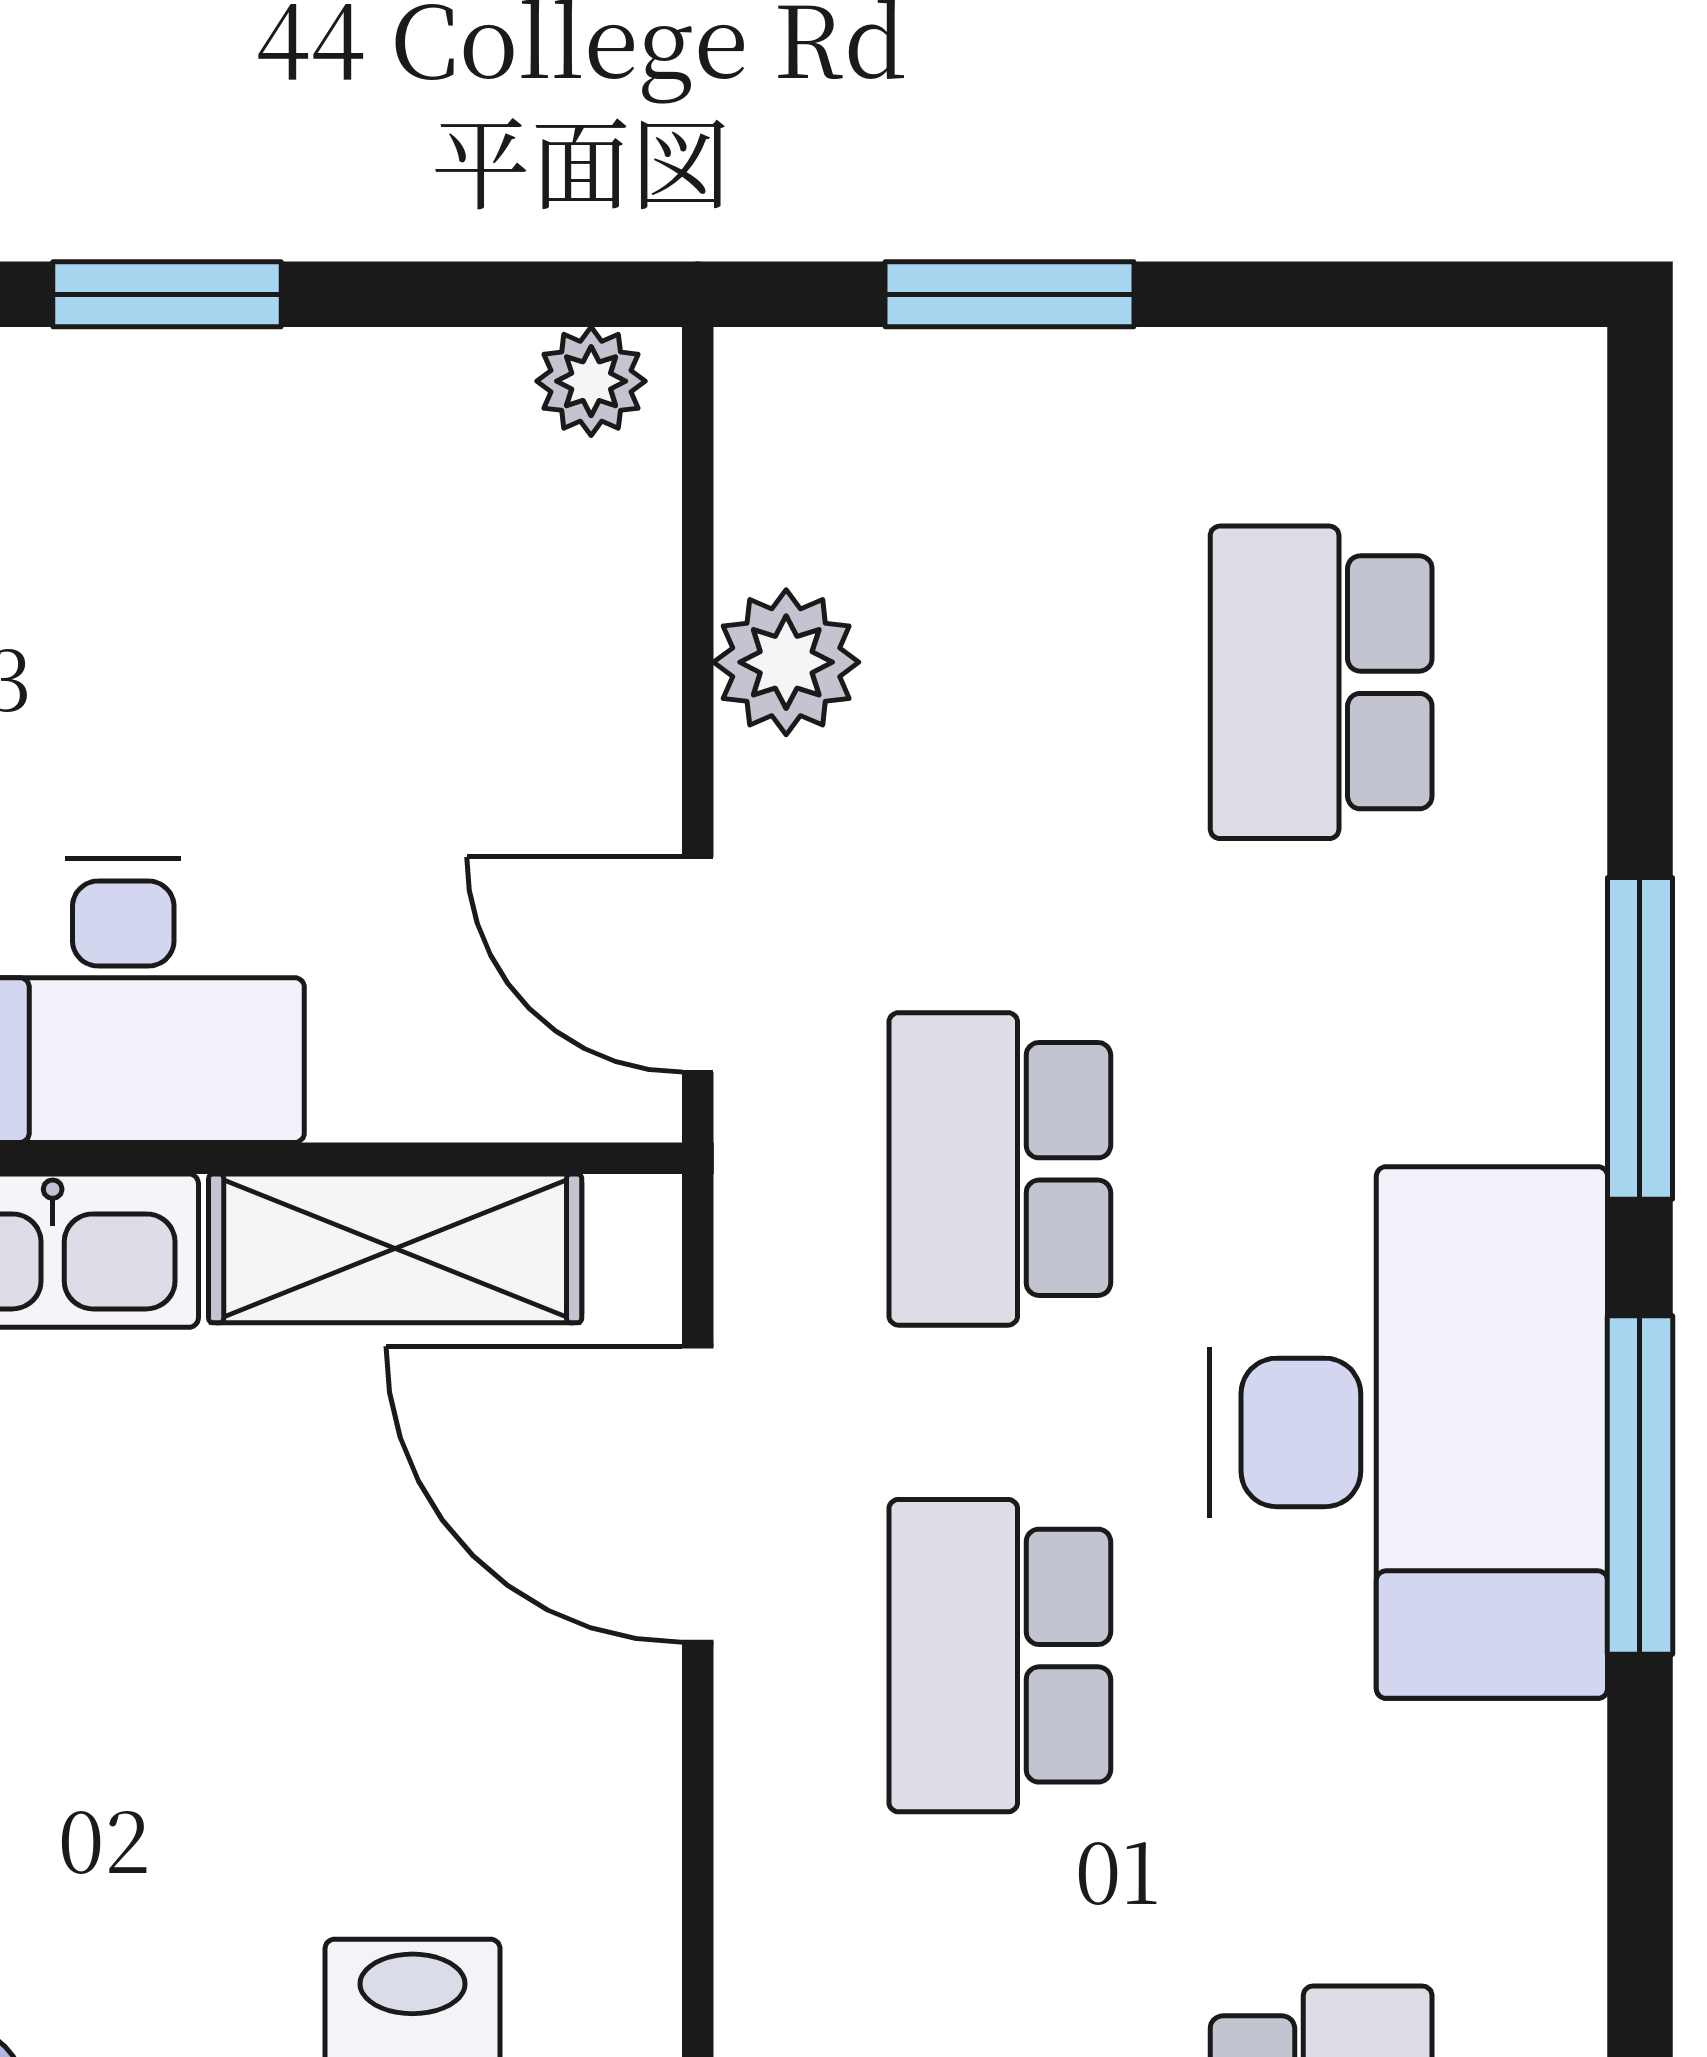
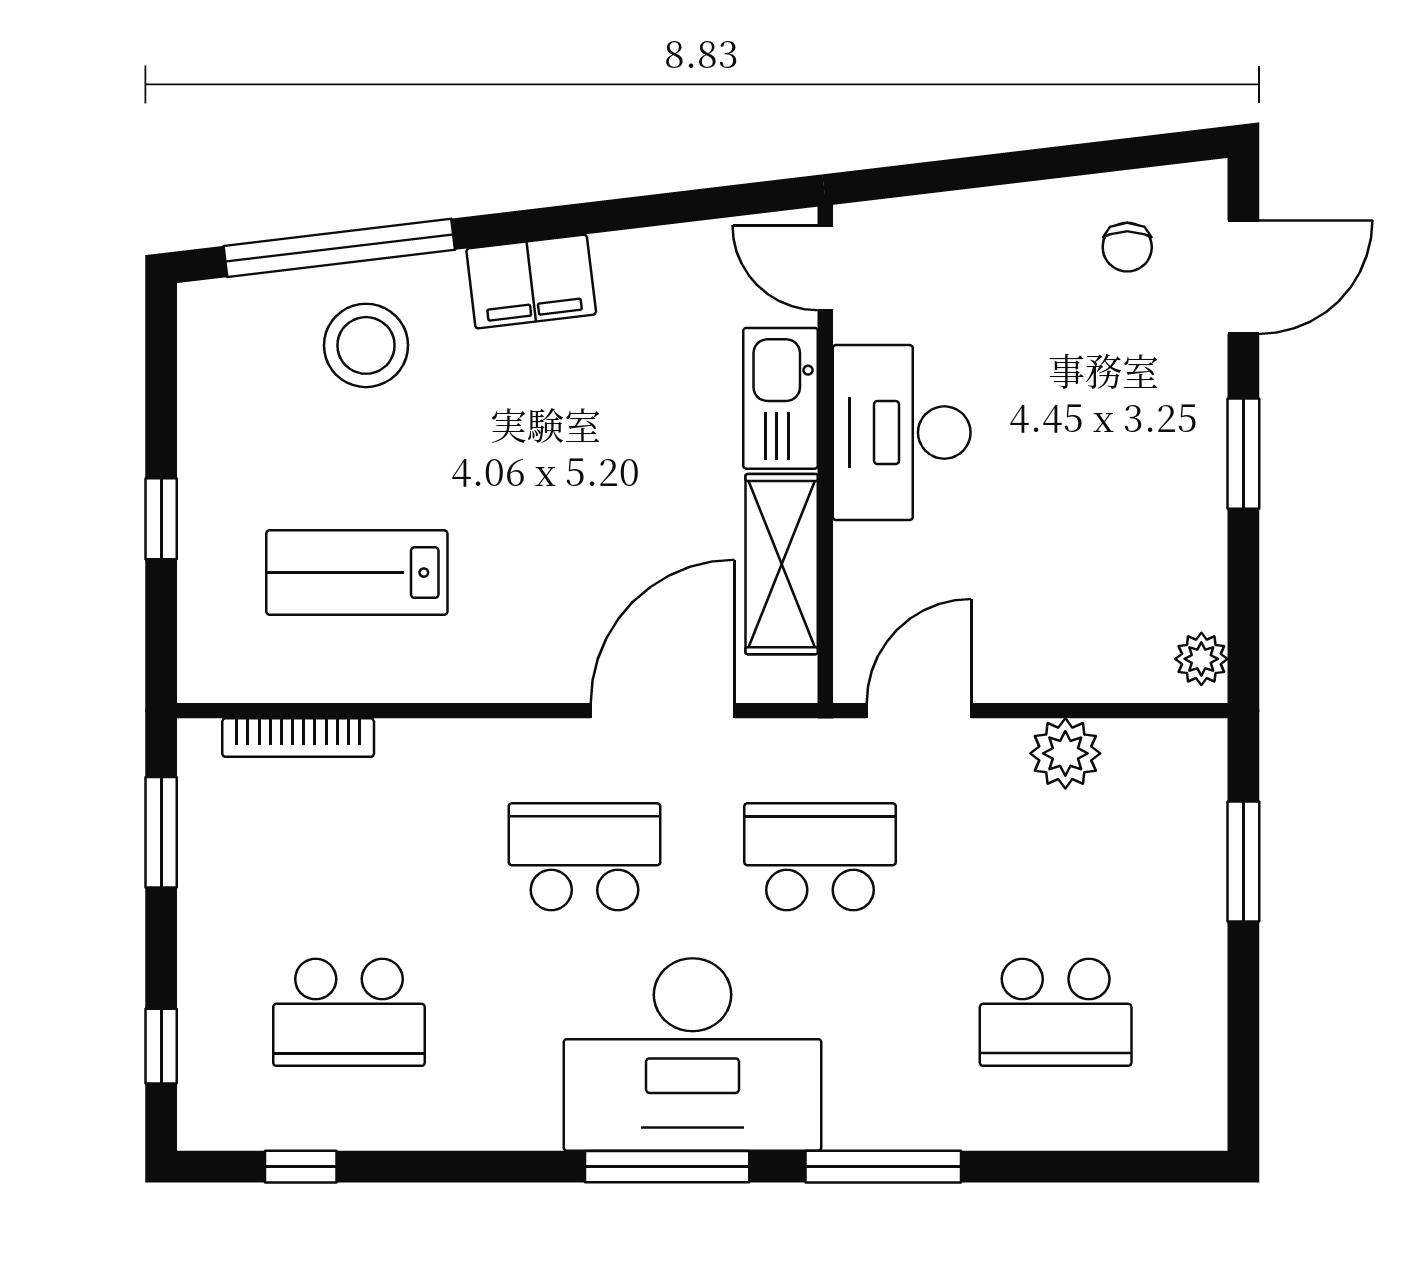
school desk: (1321, 682) -> (1056, 1012), turned 180

